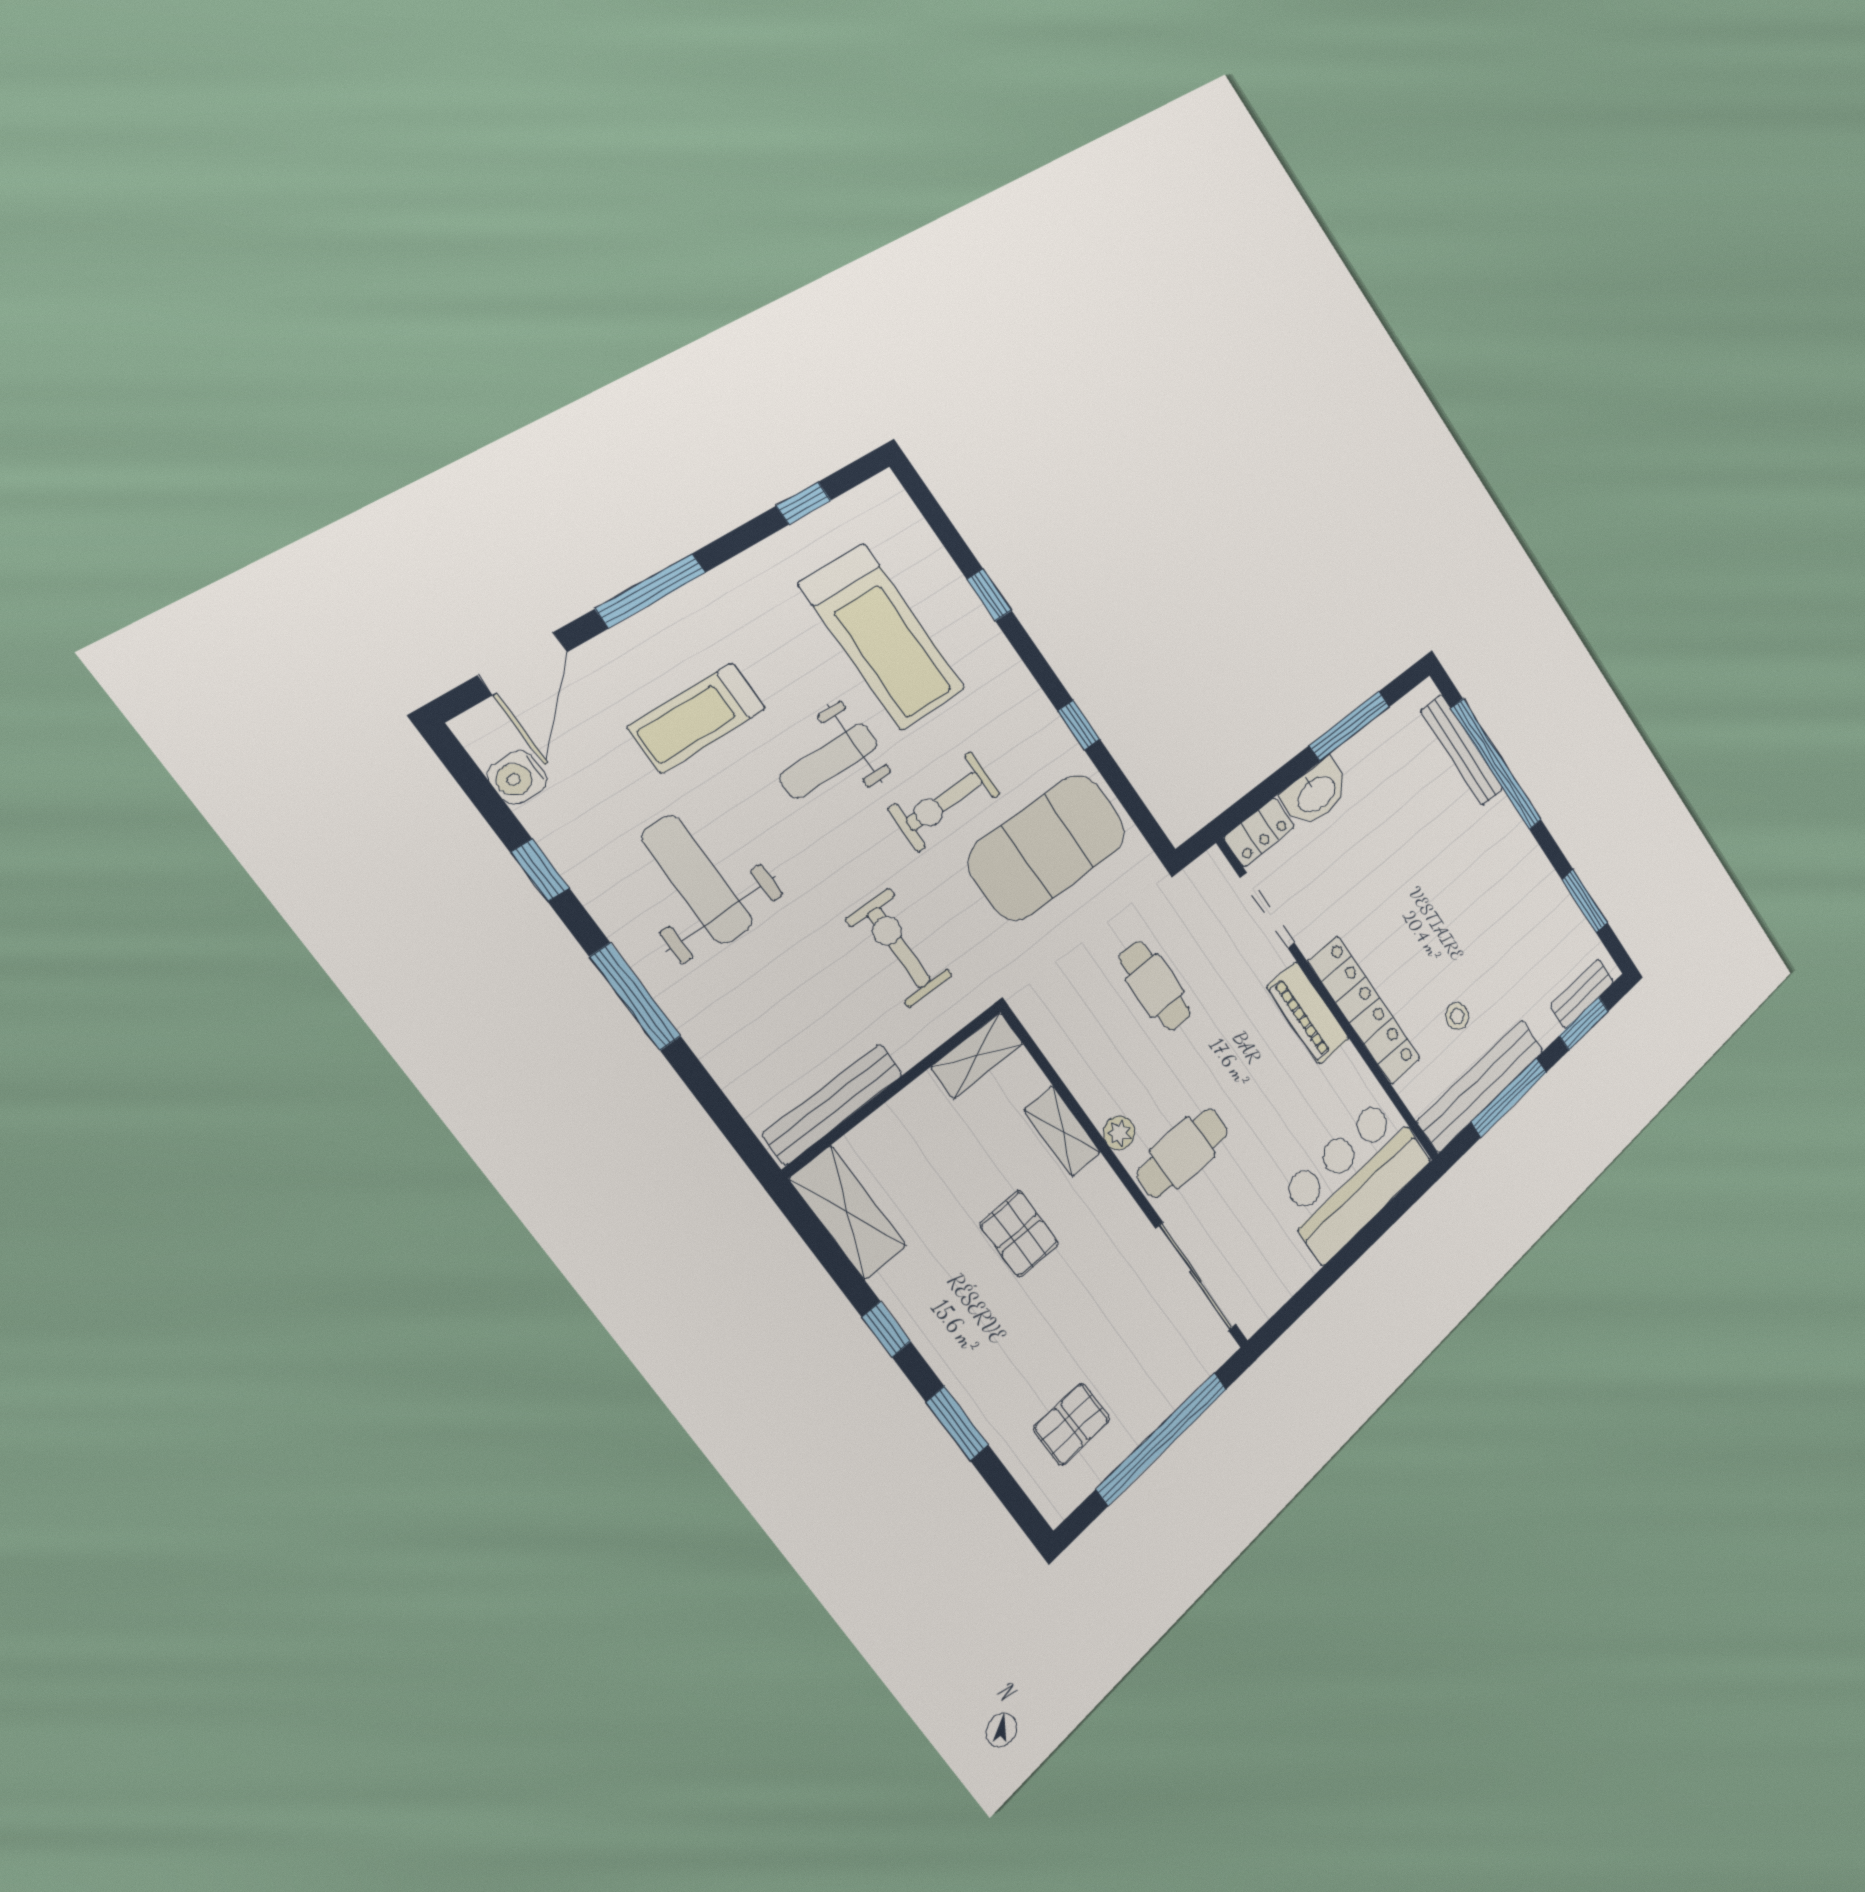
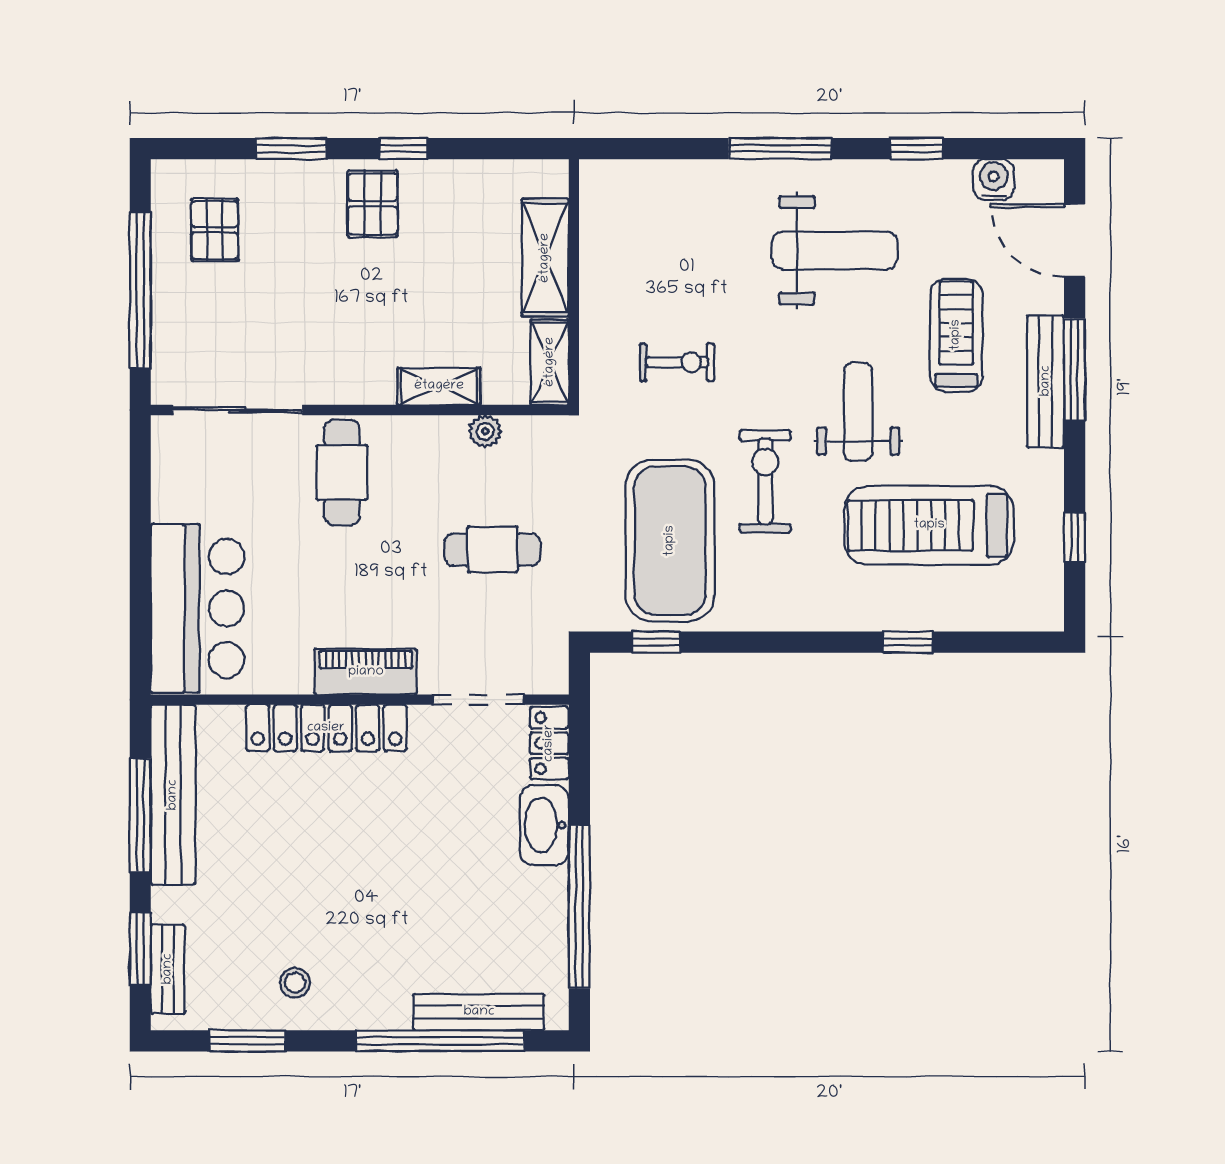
window: (1079, 725) -> (656, 642), moved
window: (1350, 726) -> (579, 907), width x1.46
exercise bike: (899, 948) -> (677, 362), width x0.73, depth x0.72
stool: (1457, 1016) -> (295, 983), moved
bench: (833, 1104) -> (1046, 381), moved
plant: (1119, 1133) -> (485, 431), moved
shelving: (848, 1213) -> (545, 258), moved, turned 90
pallet: (1019, 1234) -> (373, 204), moved, turned 90

